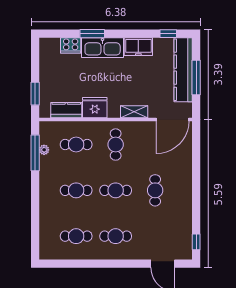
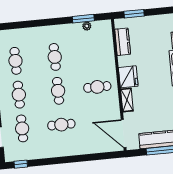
fridge: (95, 108) -> (128, 77), moved
cafe table: (76, 145) -> (22, 128), moved
window: (35, 153) -> (83, 19), width x0.69

